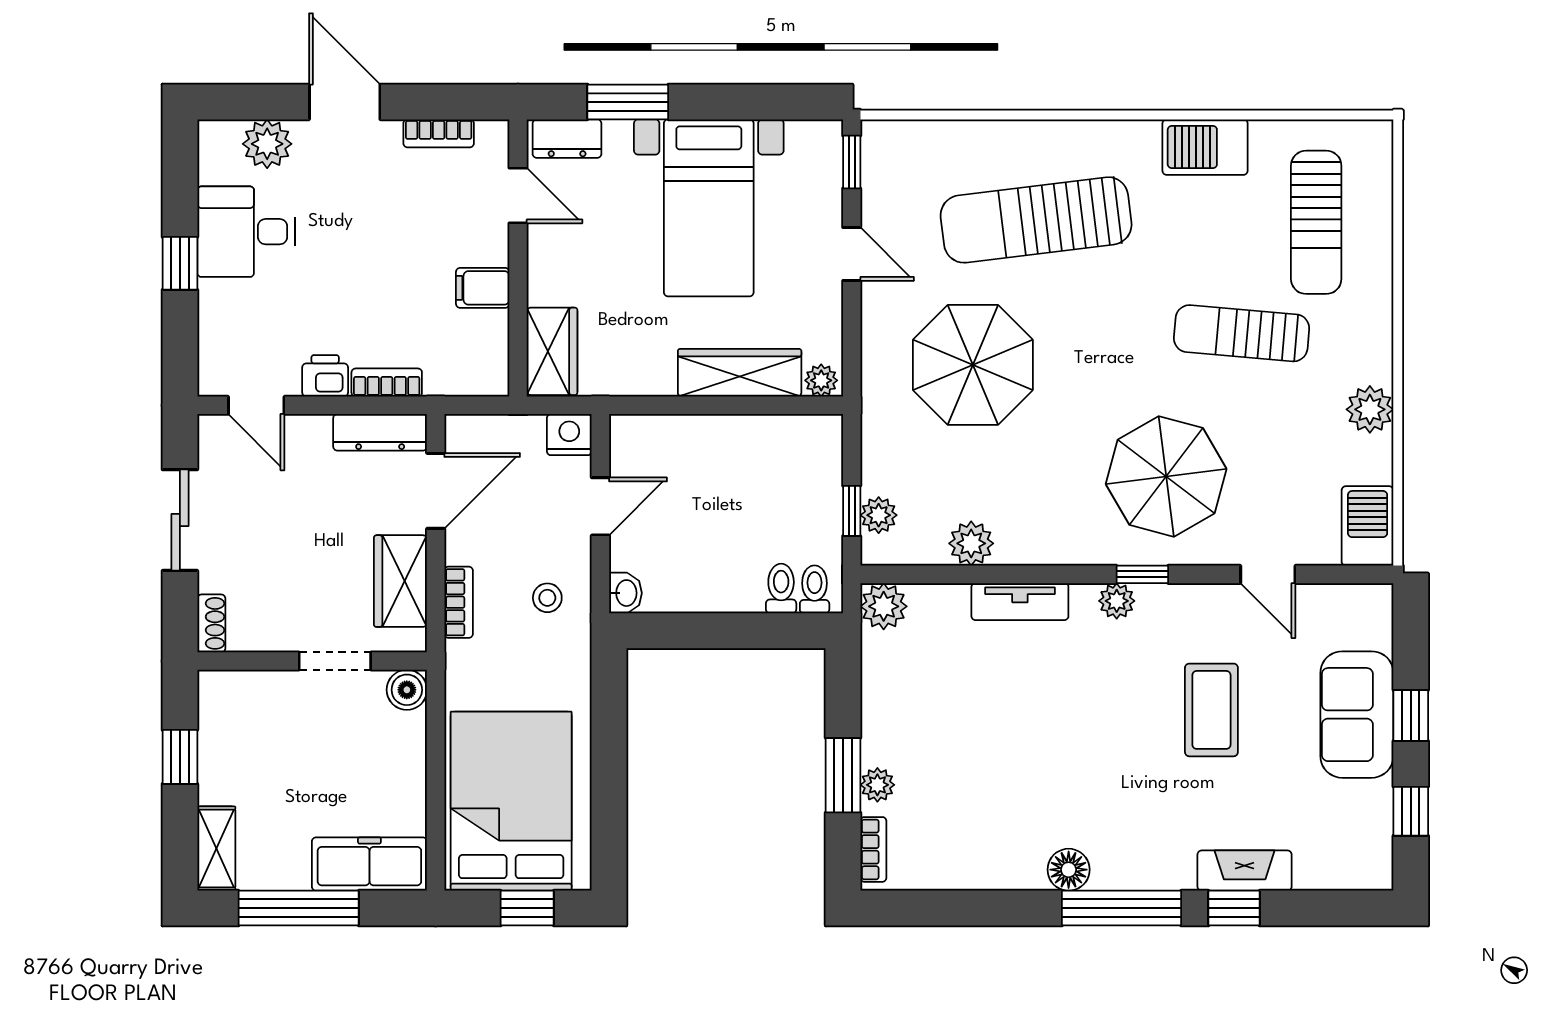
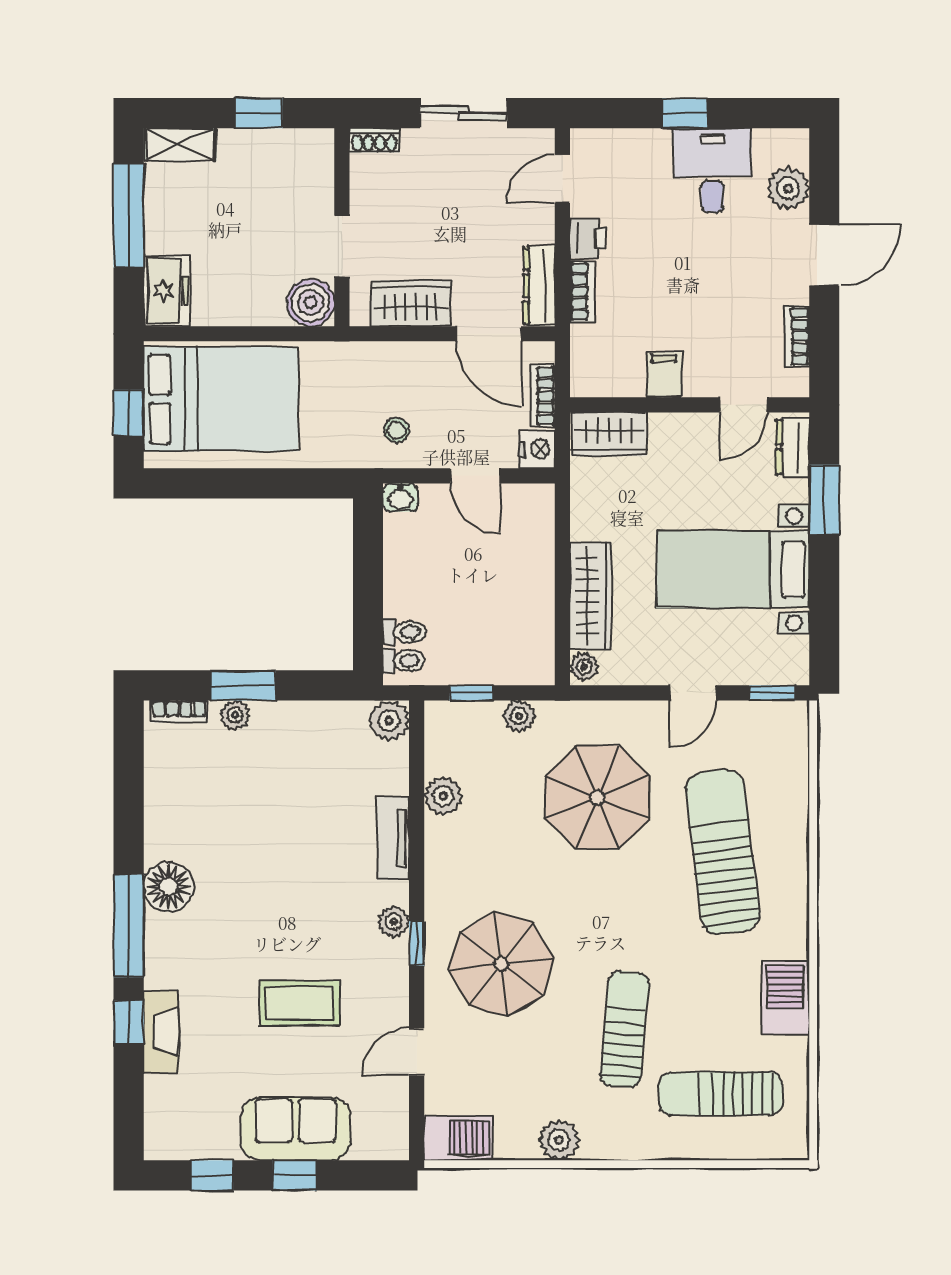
plant: (879, 515) -> (519, 716), moved
bookcase: (459, 602) -> (543, 396), moved, turned 90
boiler: (407, 690) -> (311, 303), width x1.36, depth x1.36
freezer: (369, 864) -> (167, 291), width x0.71
floor lamp: (1069, 870) -> (168, 887), width x1.38, depth x1.38

